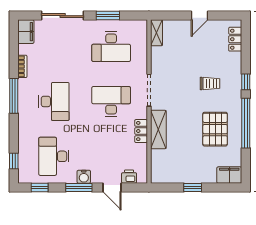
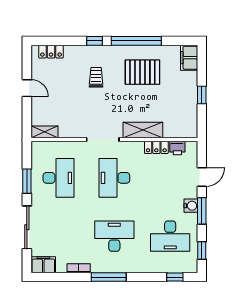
locker: (141, 131) -> (156, 147), moved
printer: (129, 177) -> (177, 148), moved, turned -90

